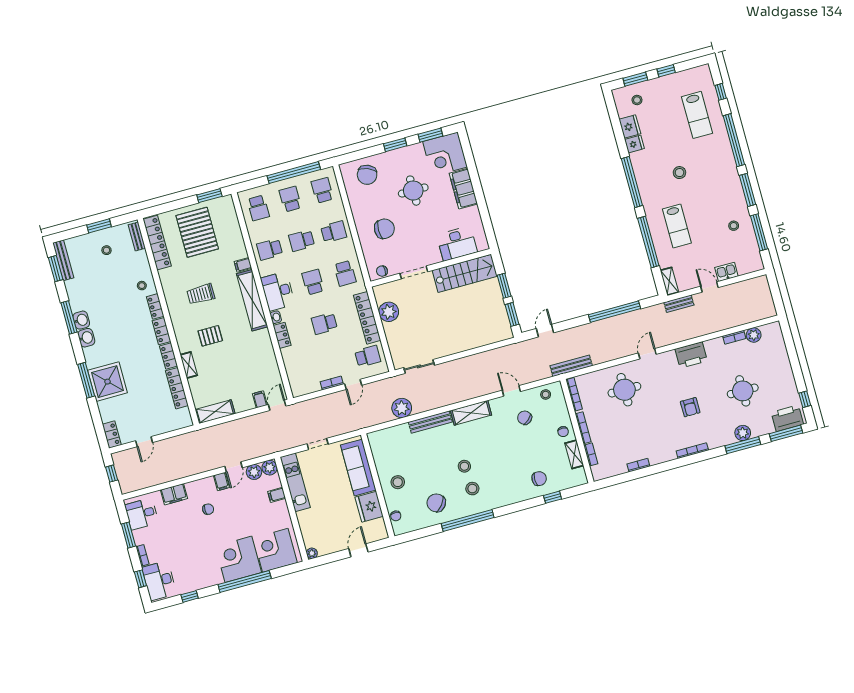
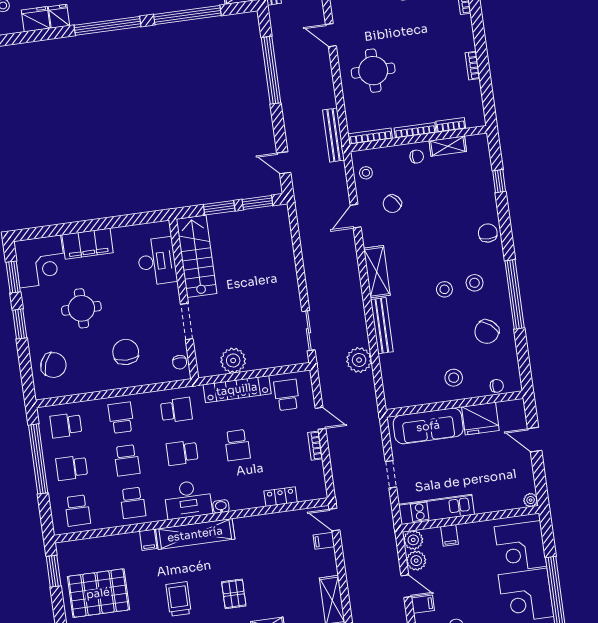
school desk: (258, 208) -> (78, 510), turned 90
trolley: (201, 294) -> (179, 599), turned 180
locker: (282, 335) -> (281, 497), moved
chair: (539, 479) -> (488, 233), moved

